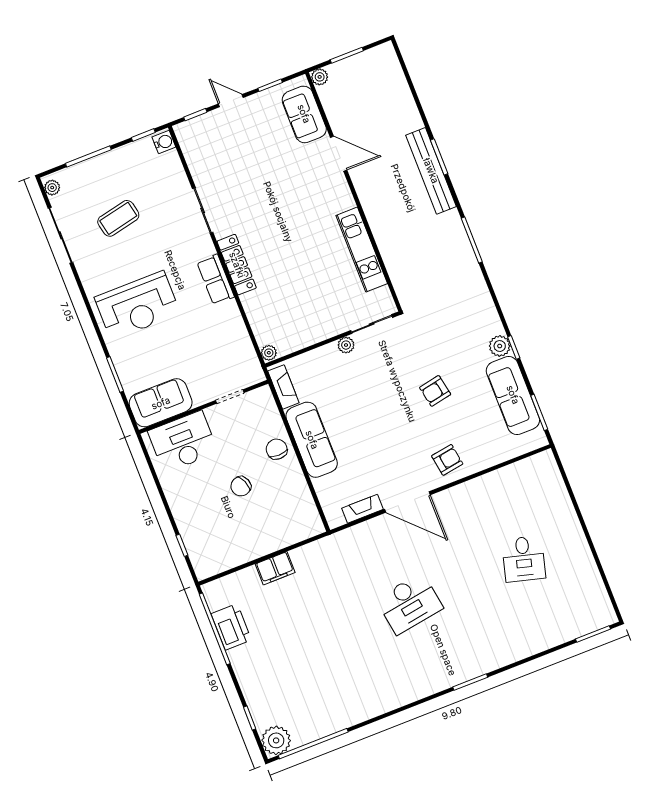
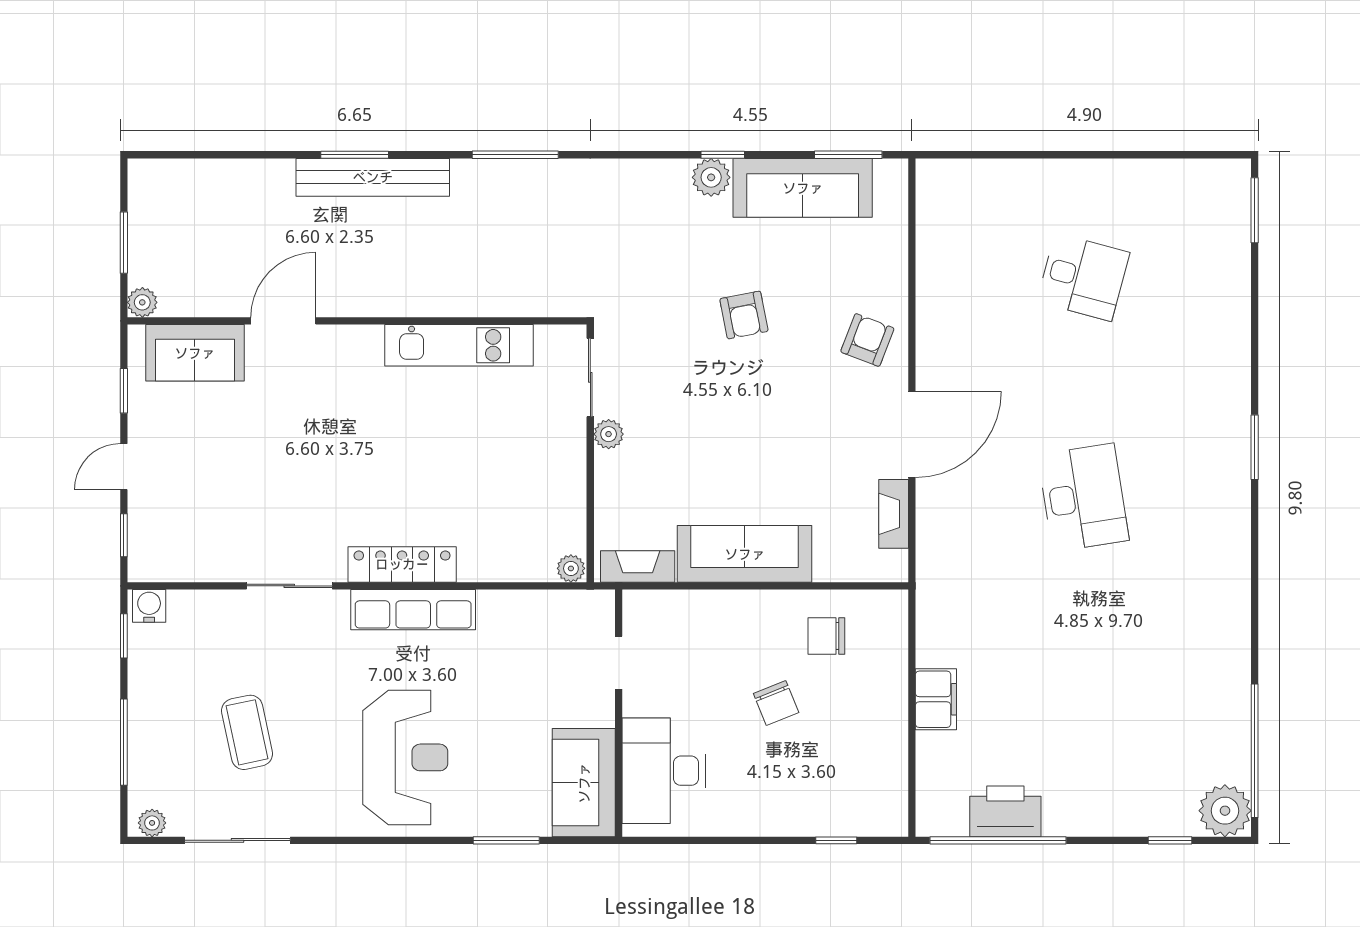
row of seats: (216, 279) -> (413, 610), width x1.48
chair: (277, 449) -> (826, 636), moved
armchair: (447, 460) -> (867, 340), turned 30

